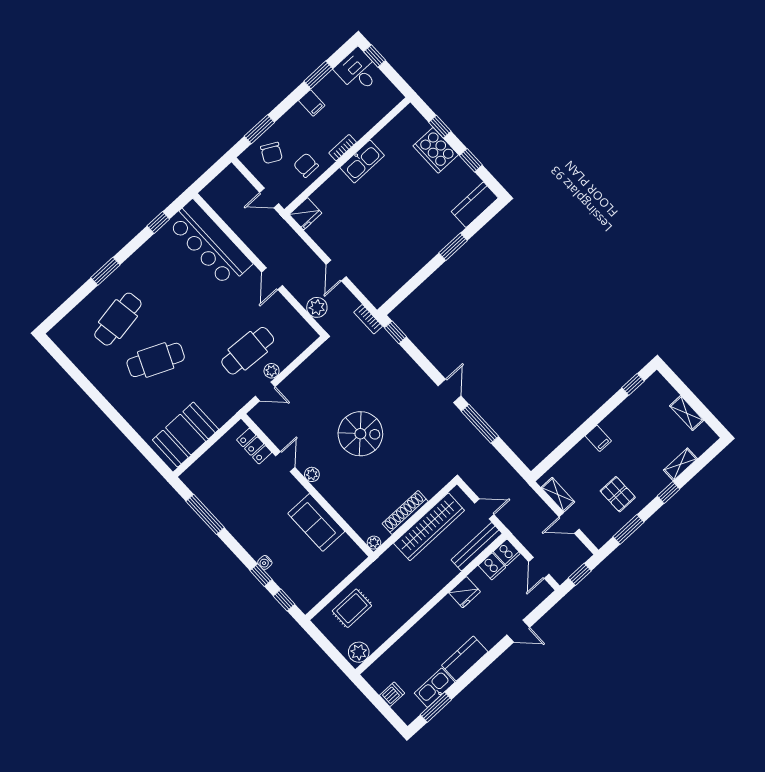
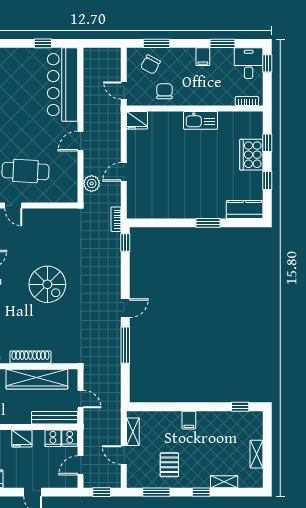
bookcase: (343, 148) -> (247, 101), moved
plant: (272, 371) -> (29, 197), removed

